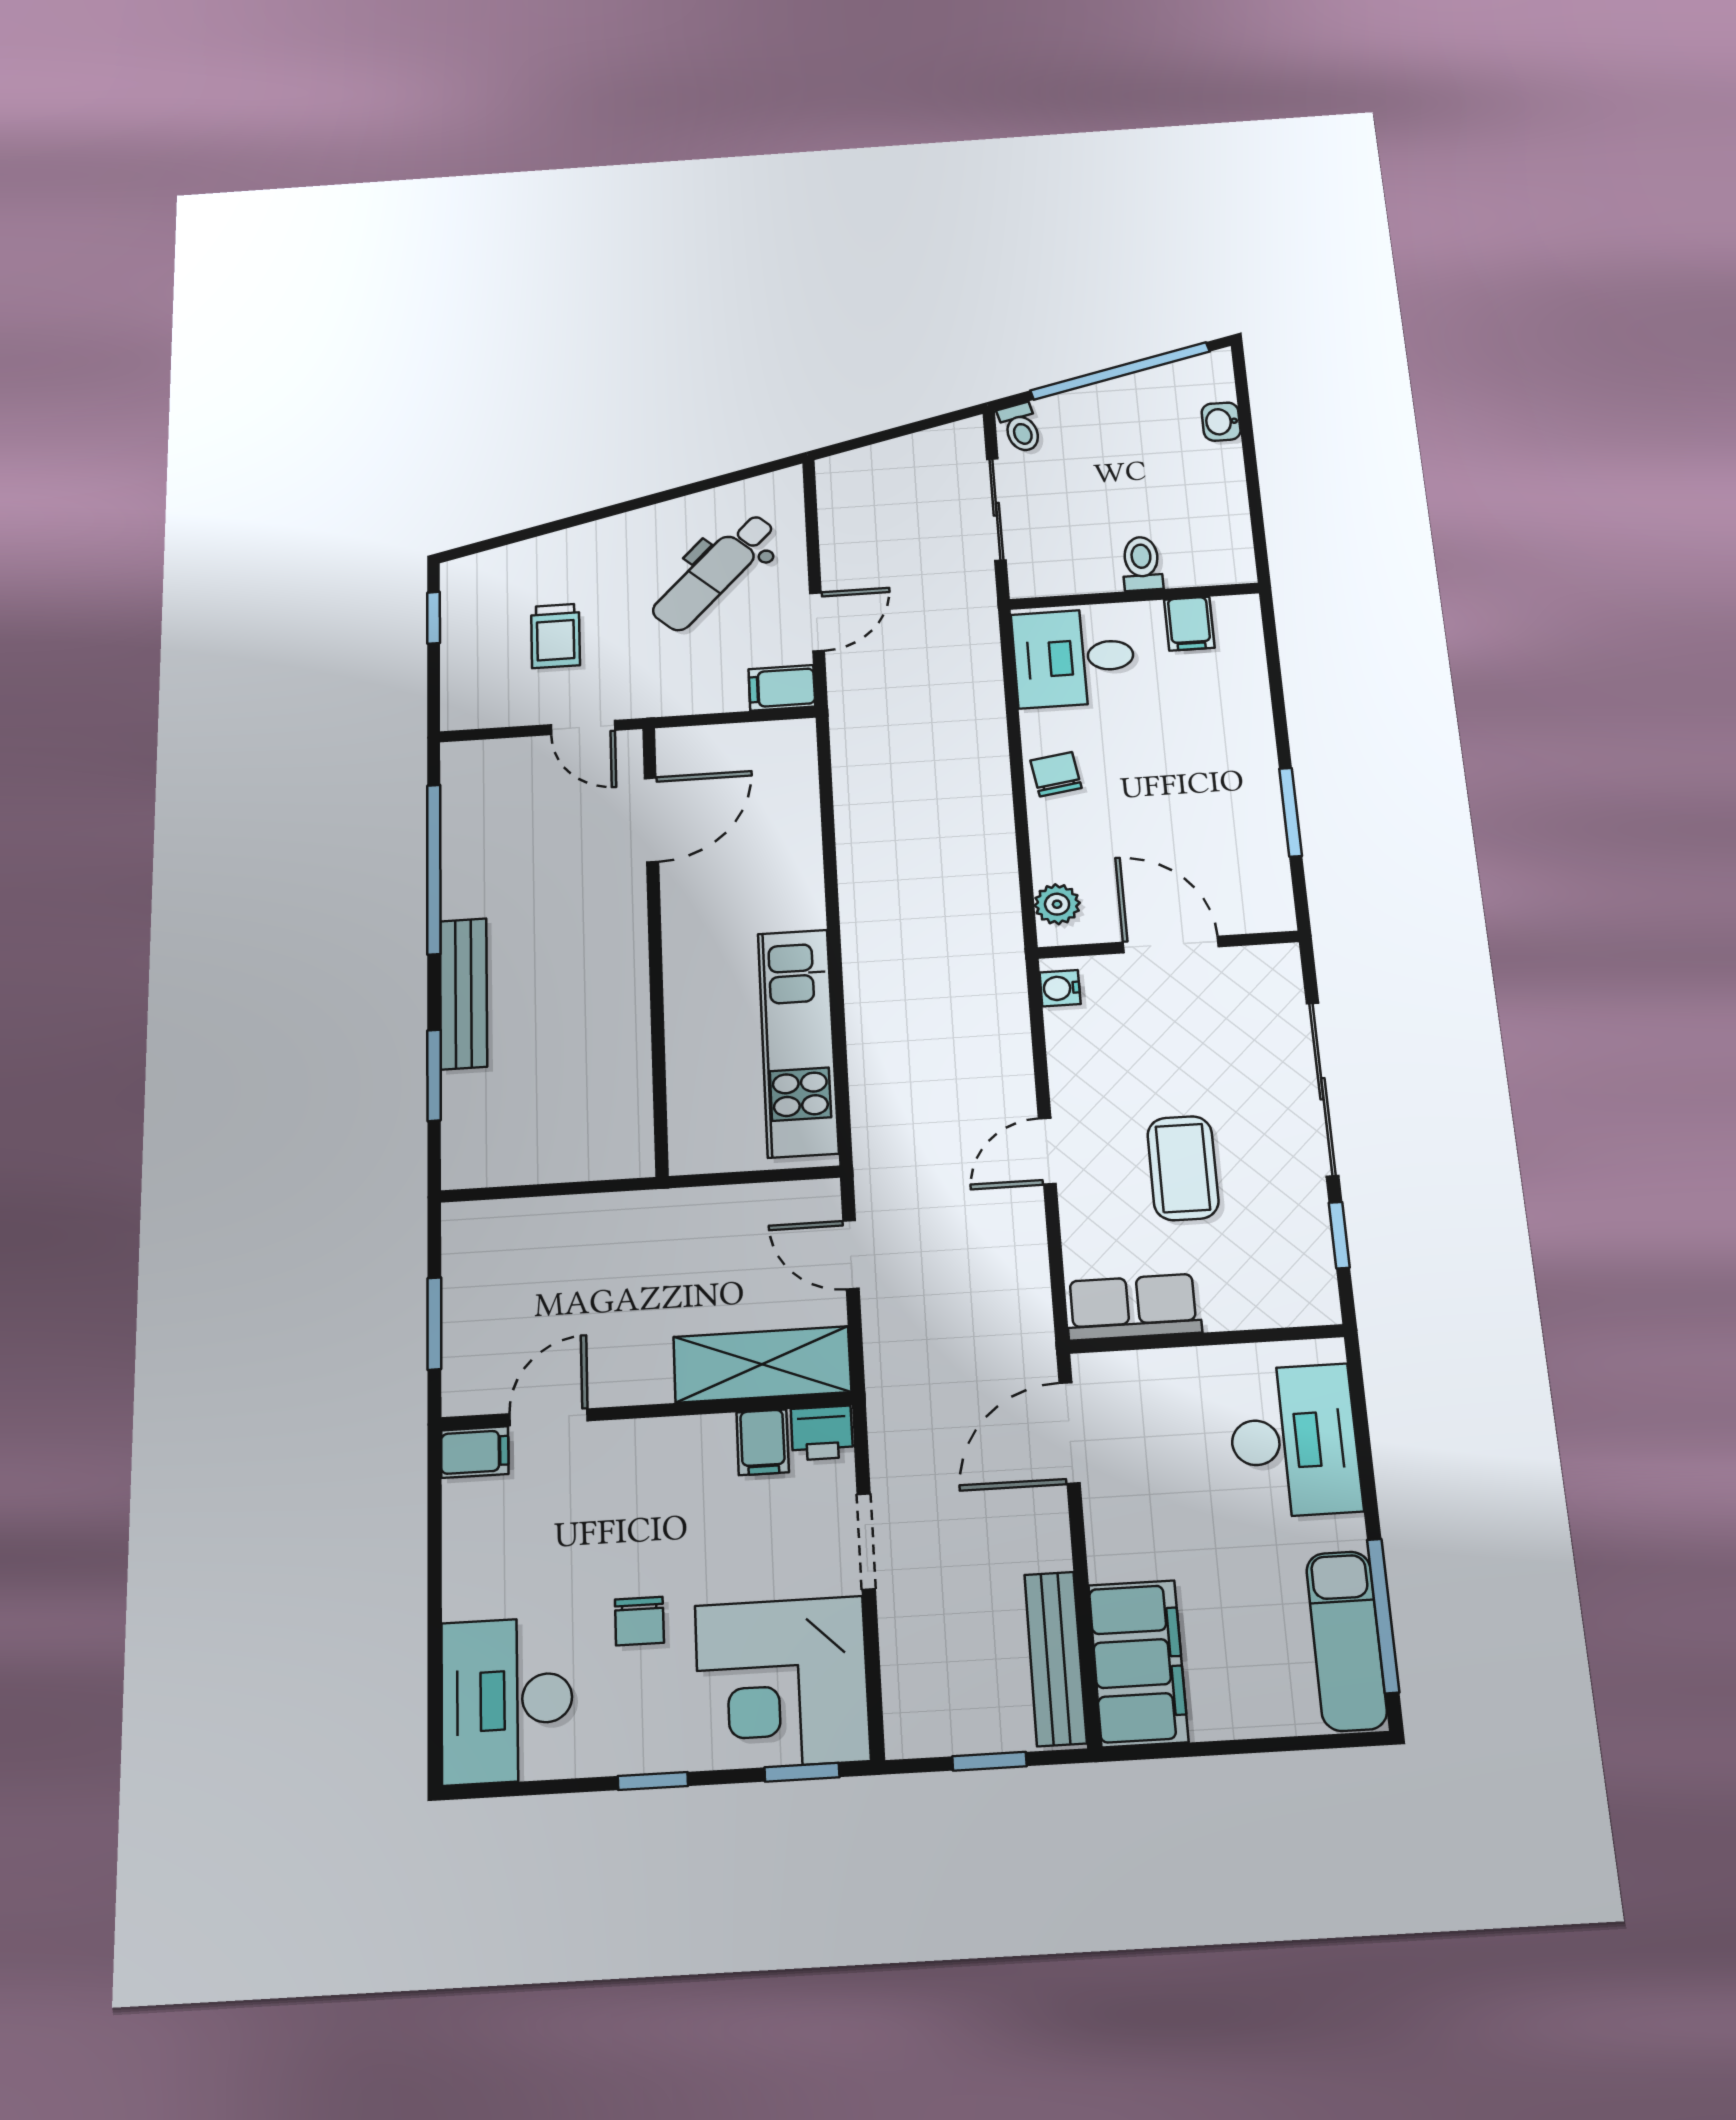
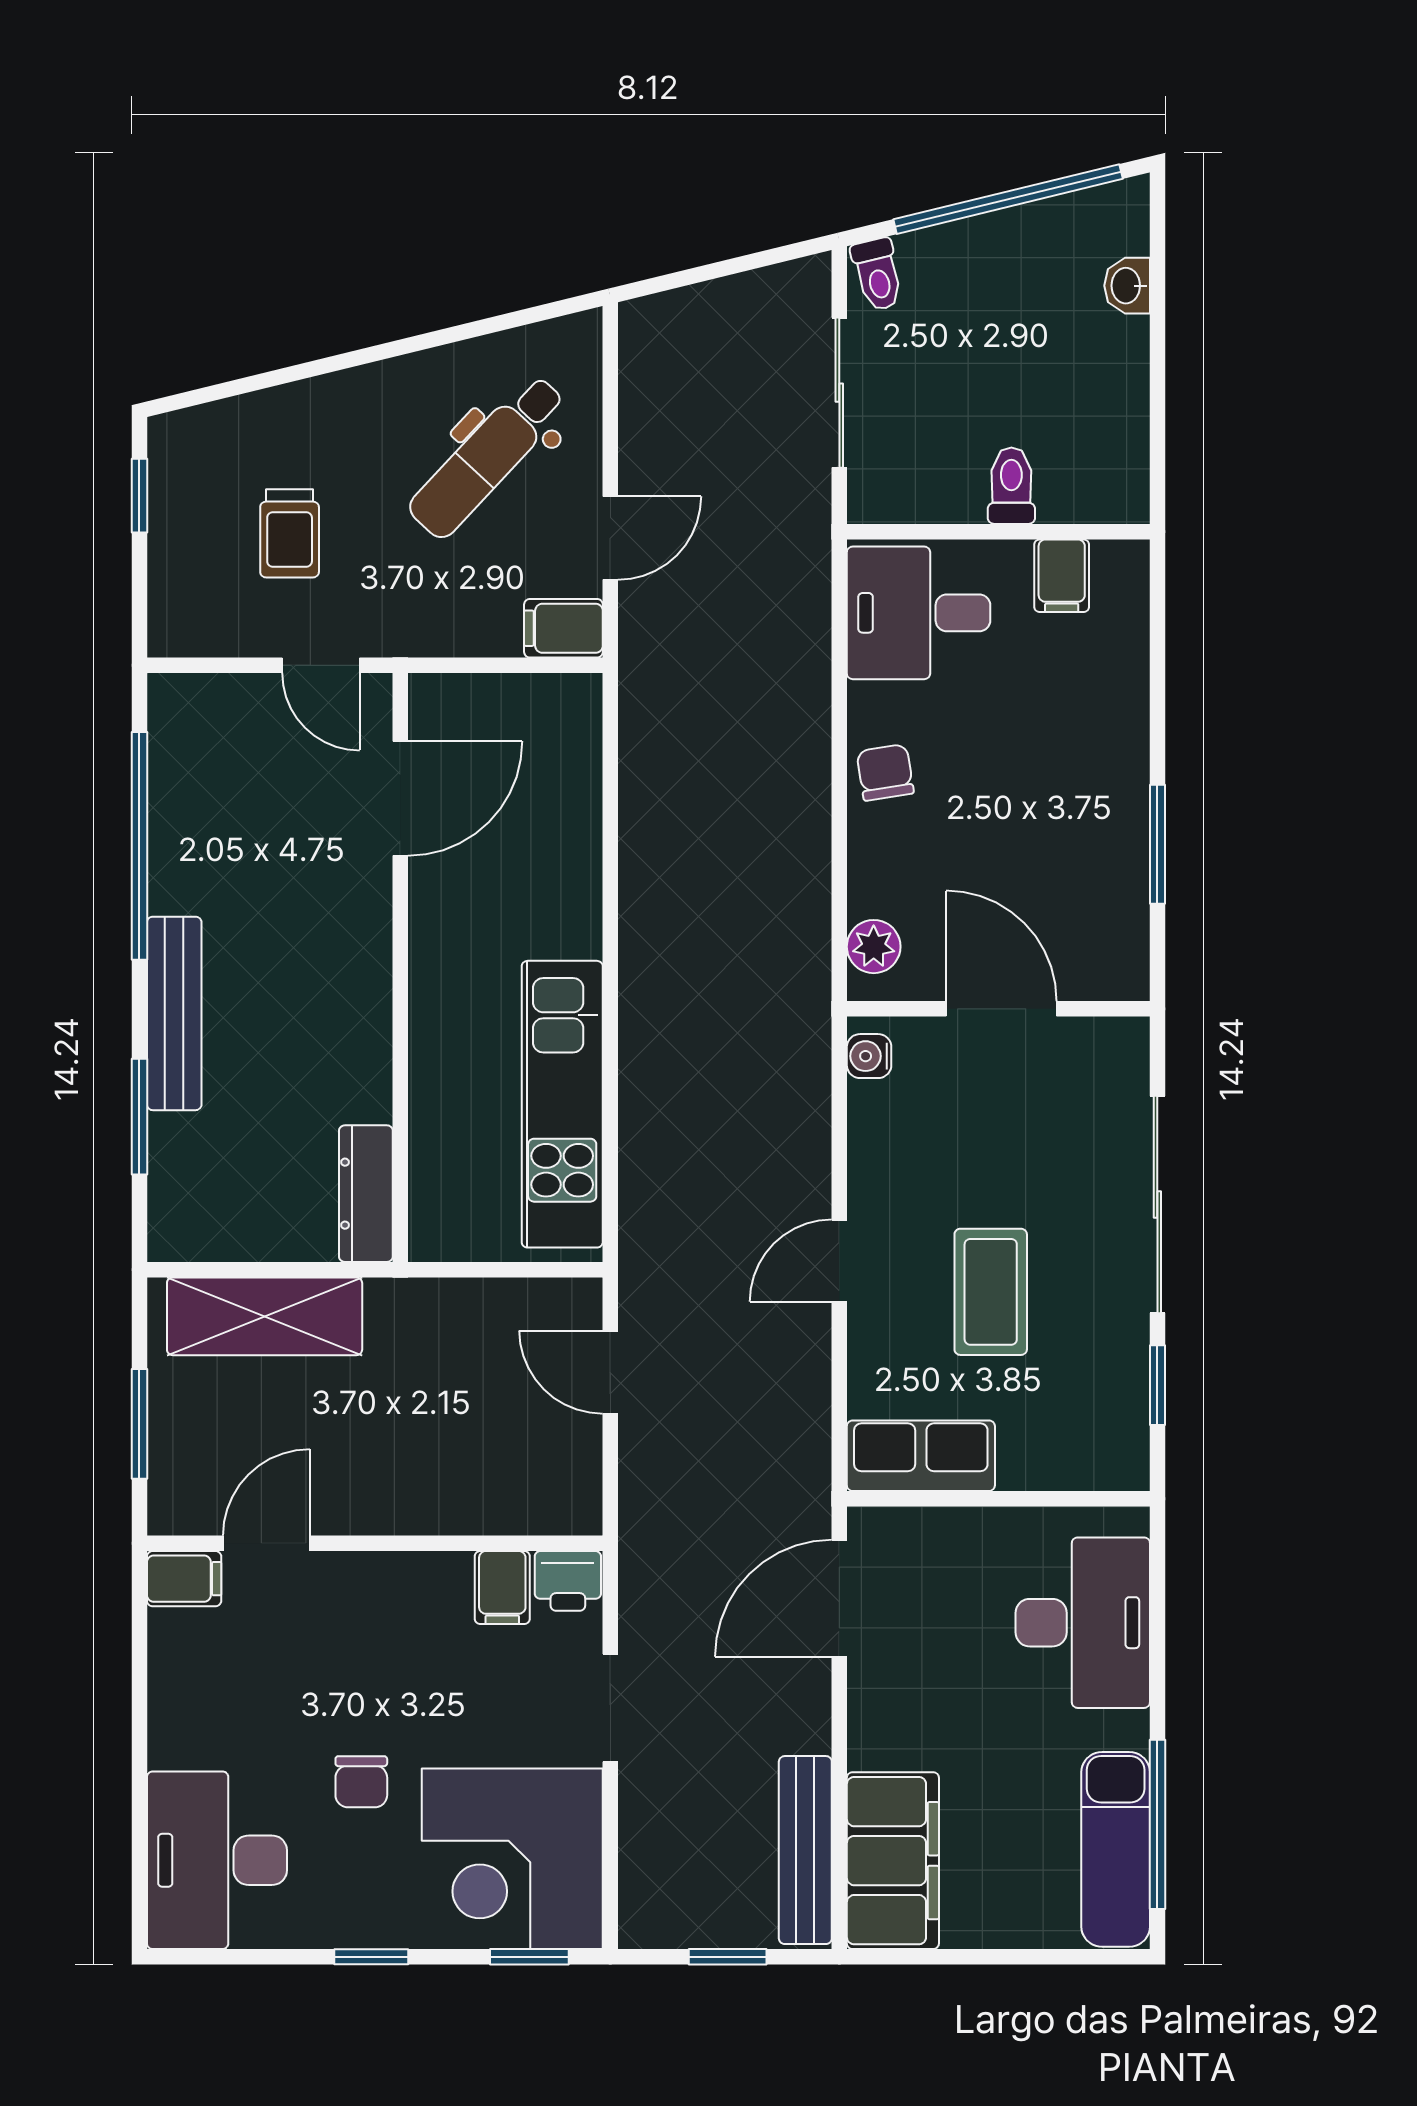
dresser: (631, 1124) -> (366, 1194), added
shelving: (762, 1364) -> (265, 1316), moved

